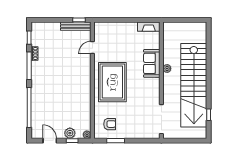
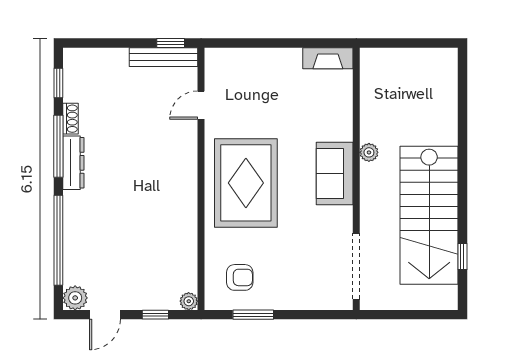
sofa: (152, 63) -> (335, 174), moved
dresser: (36, 73) -> (73, 163), added
stairs: (194, 85) -> (429, 215), width x0.73
plant: (70, 133) -> (75, 298), moved
door: (50, 141) -> (105, 315), swing flipped

